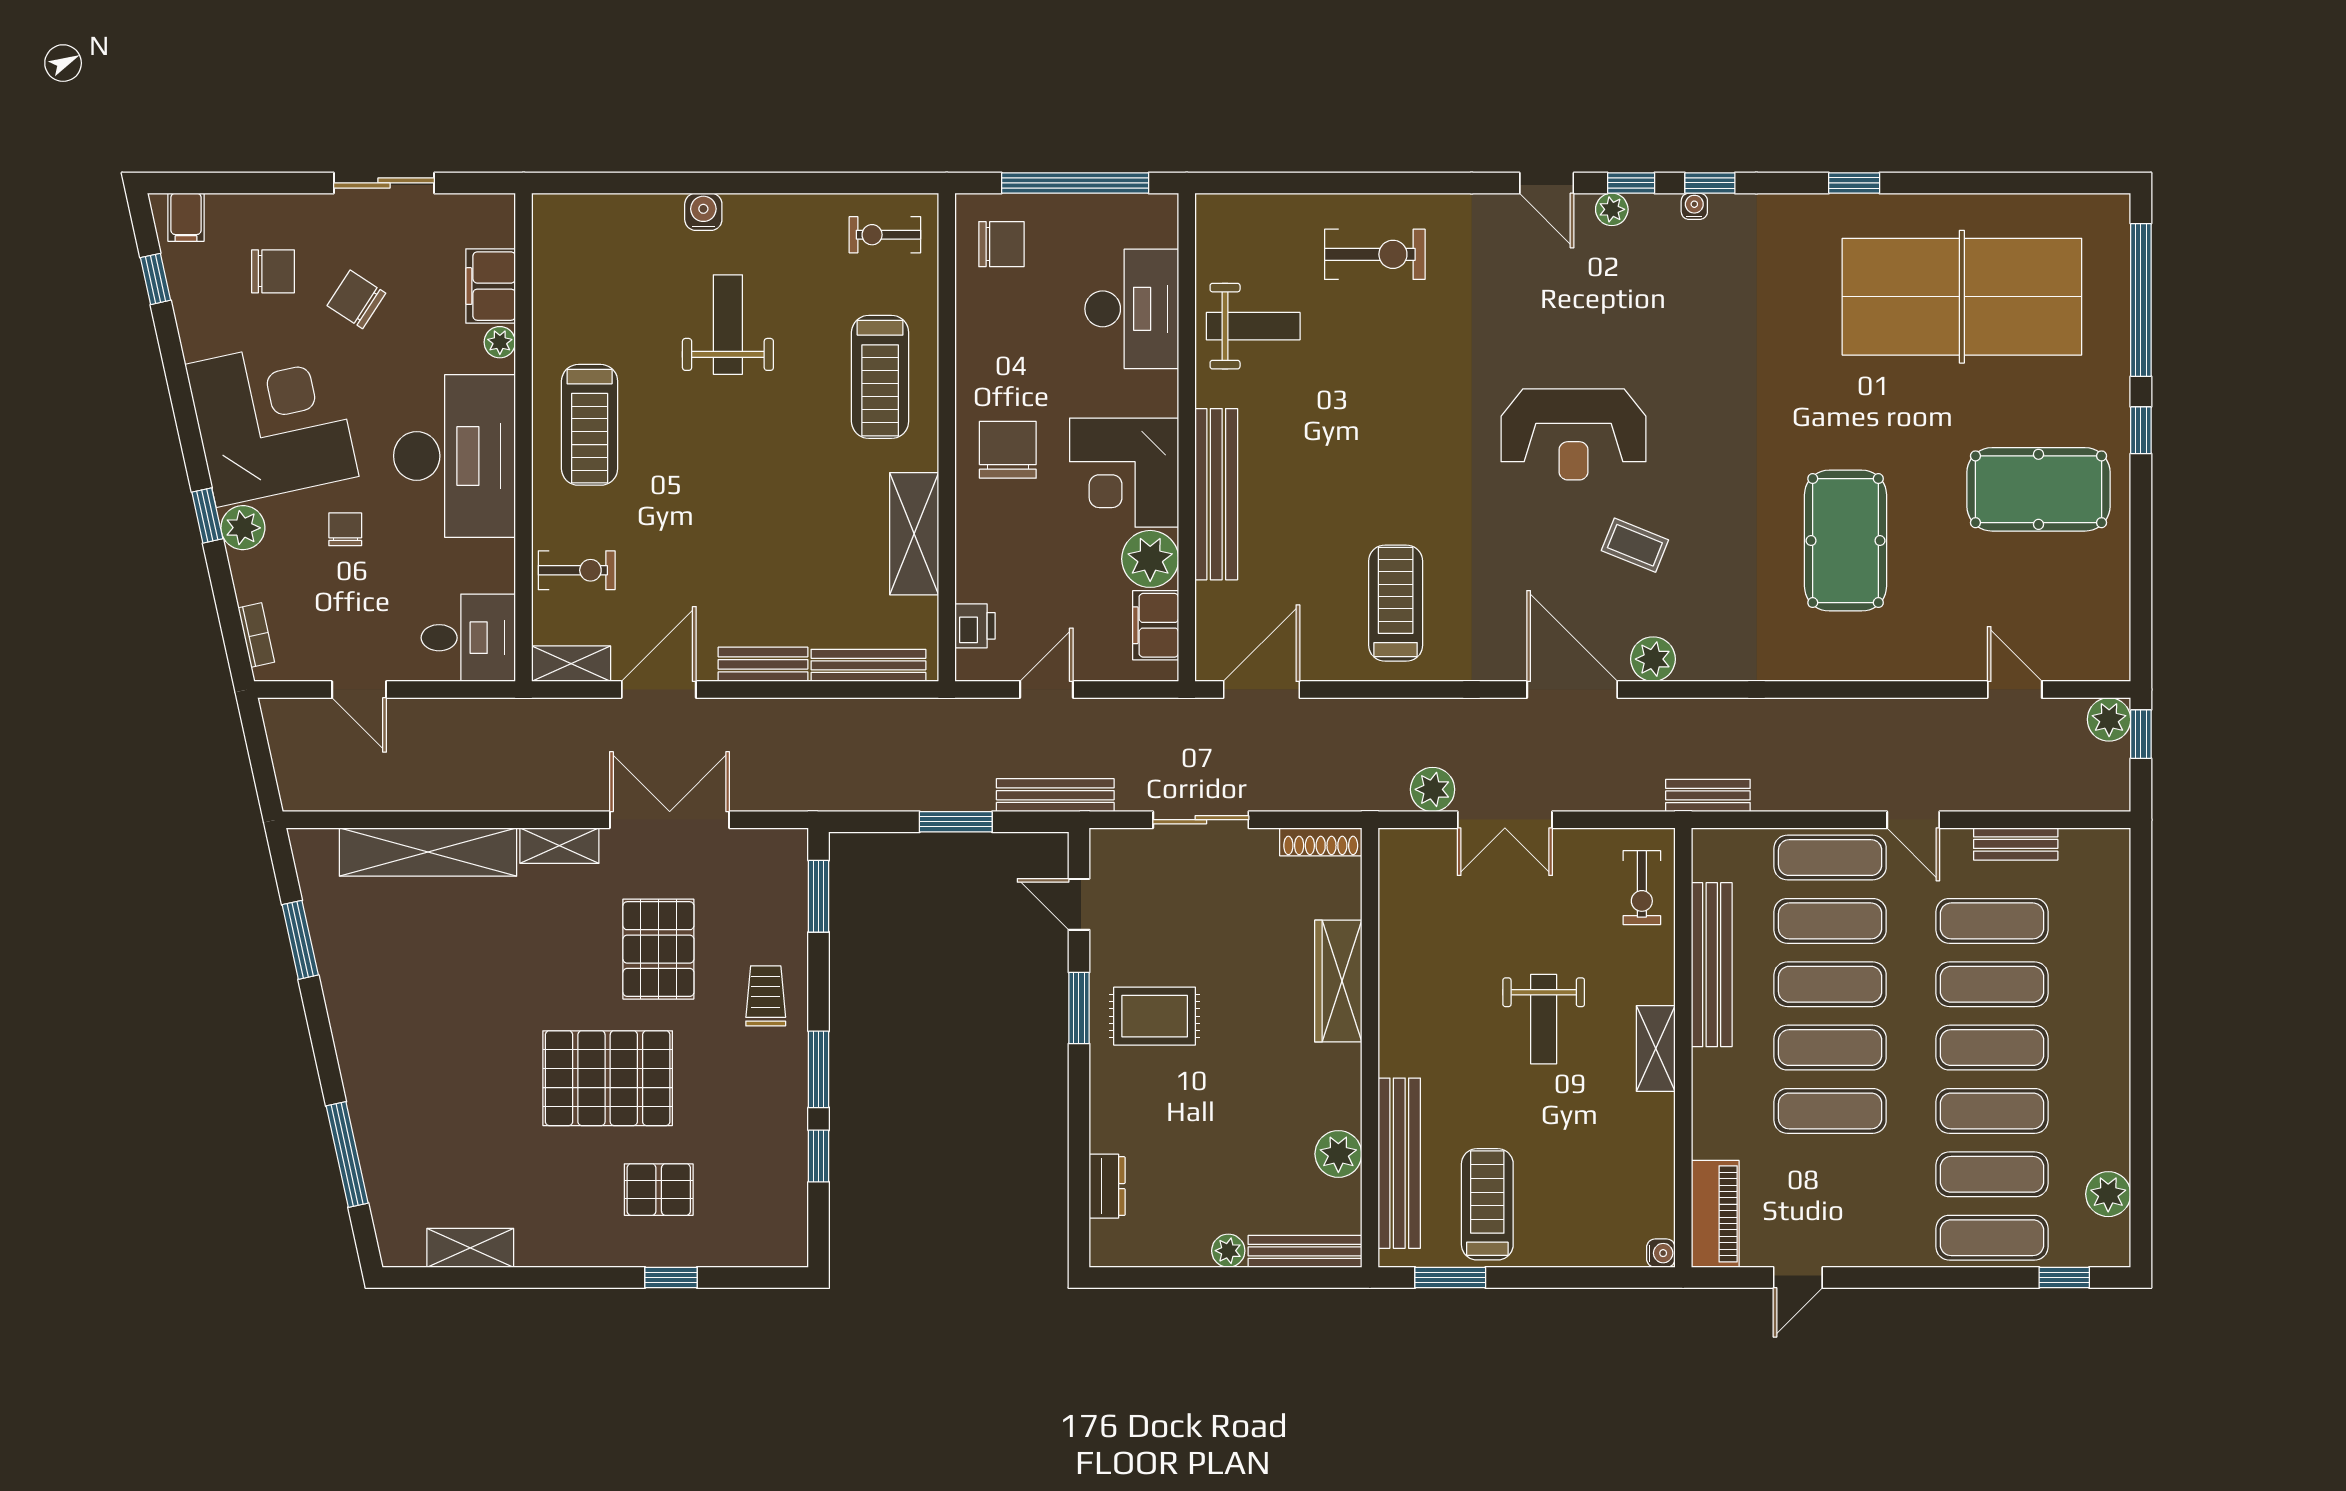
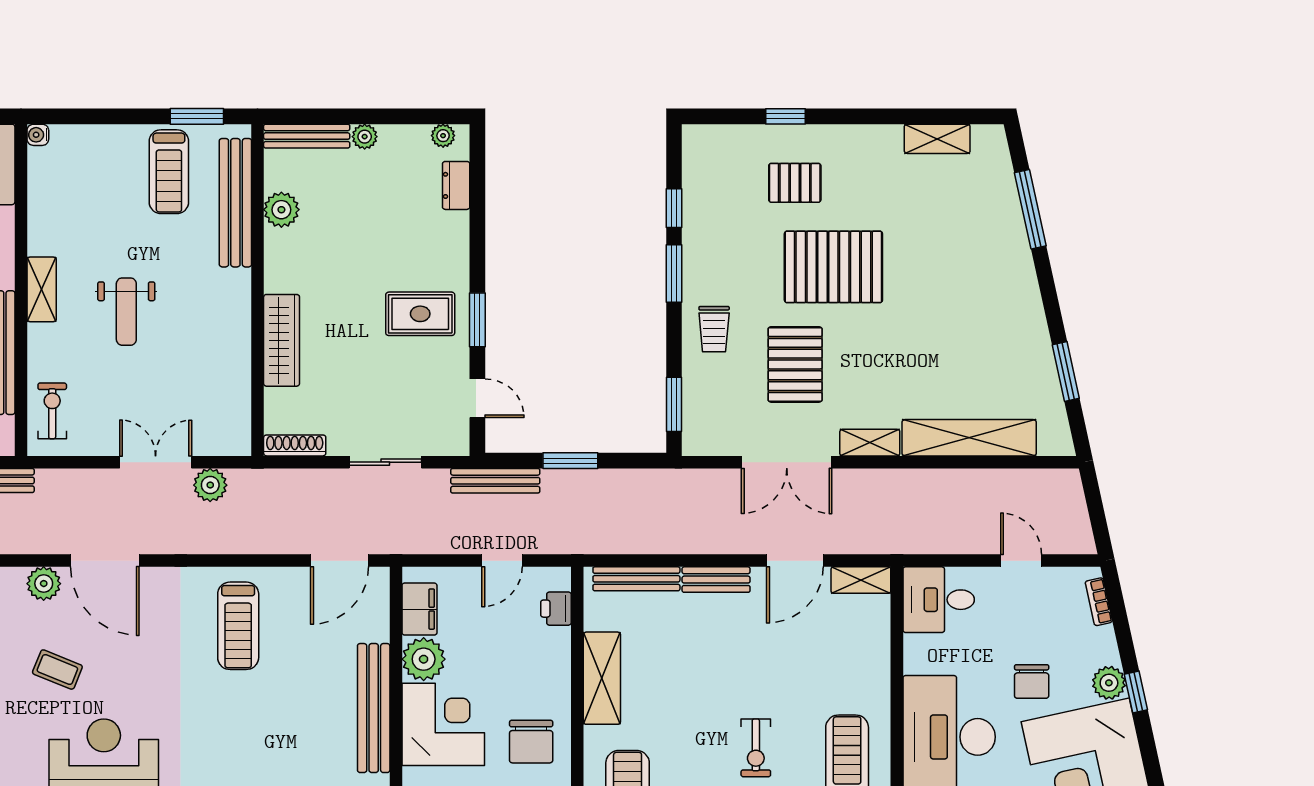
chair: (345, 529) -> (1032, 682), width x1.37, depth x1.37
exercise bike: (577, 570) -> (756, 748), moved, turned -90
weight bench: (1544, 1019) -> (126, 312), turned 180
plant: (1124, 1252) -> (443, 136), added

